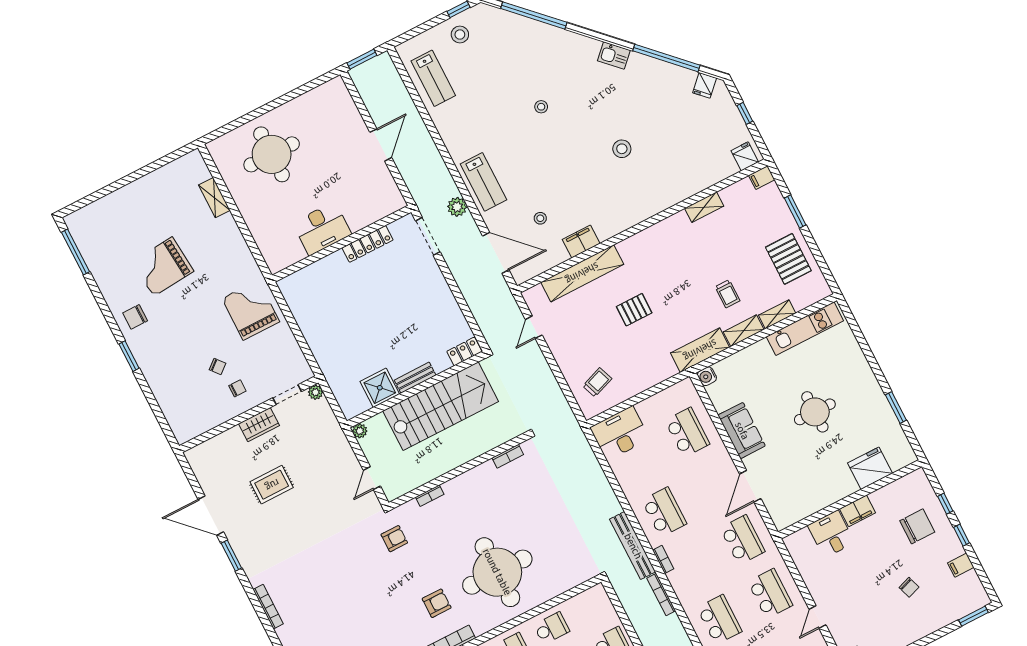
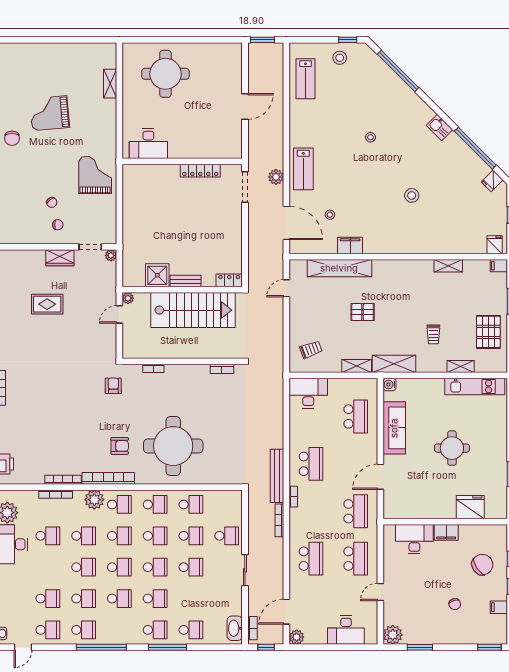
desk: (322, 229) -> (148, 144), moved
chair: (135, 317) -> (12, 138), turned -90
shelving: (744, 331) -> (357, 366), moved
sofa: (742, 431) -> (394, 428), width x1.36
door: (372, 478) -> (119, 314), moved
chair: (917, 526) -> (482, 565), turned -35
desk: (831, 534) -> (414, 539), width x1.37
armchair: (394, 539) -> (113, 386), turned -90

